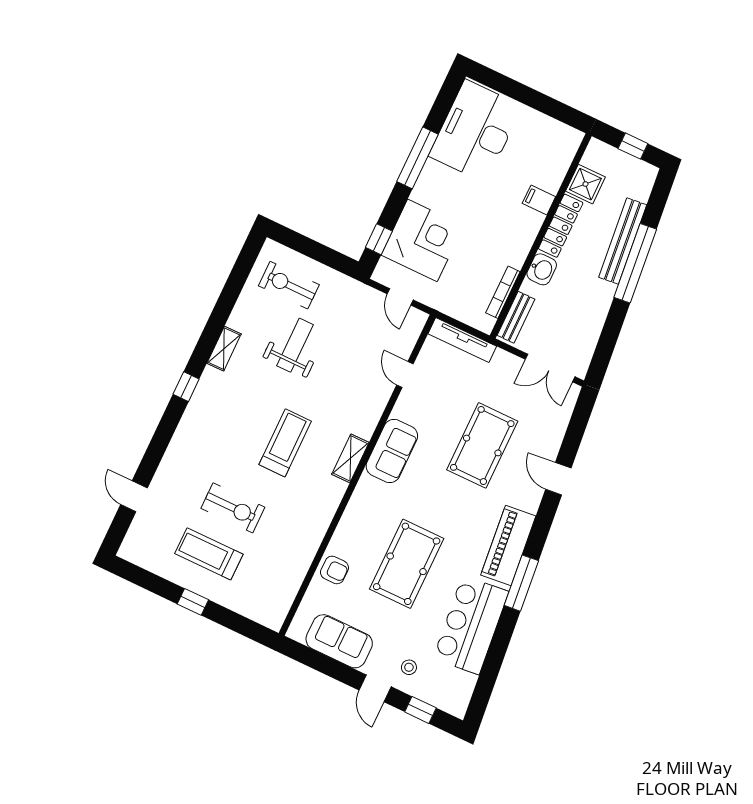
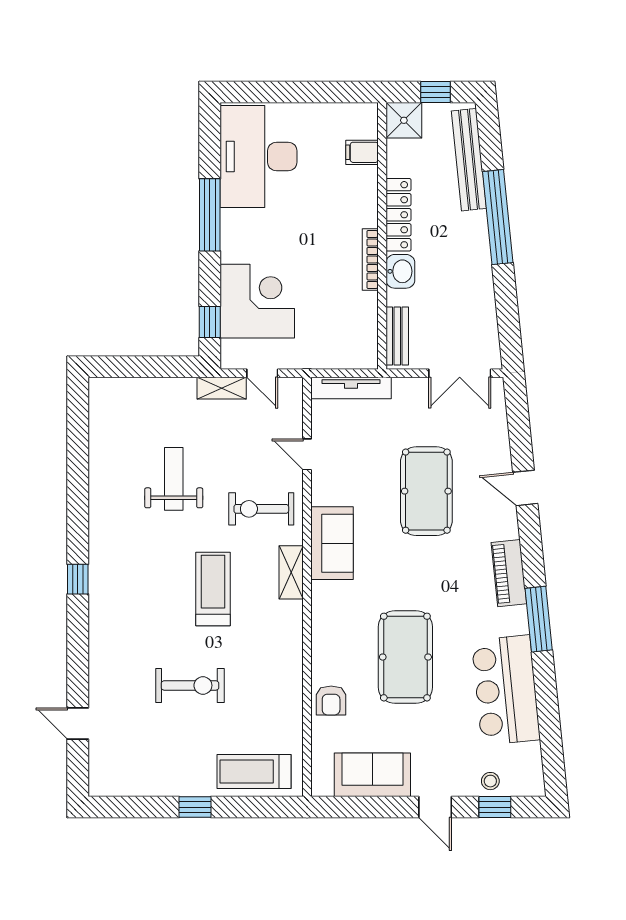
shower: (585, 184) -> (404, 120), moved
filing cabinet: (539, 200) -> (362, 152), moved
bench: (623, 241) -> (469, 160), moved
exercise bike: (289, 285) -> (261, 509), moved
bookcase: (503, 292) -> (370, 259), moved
shelving: (224, 349) -> (222, 388), moved, turned 90
piano: (508, 545) -> (509, 573), width x0.73, depth x0.75
treadmill: (209, 554) -> (254, 772), moved
armchair: (334, 570) -> (331, 700), turned 90
stool: (409, 667) -> (490, 781), moved

